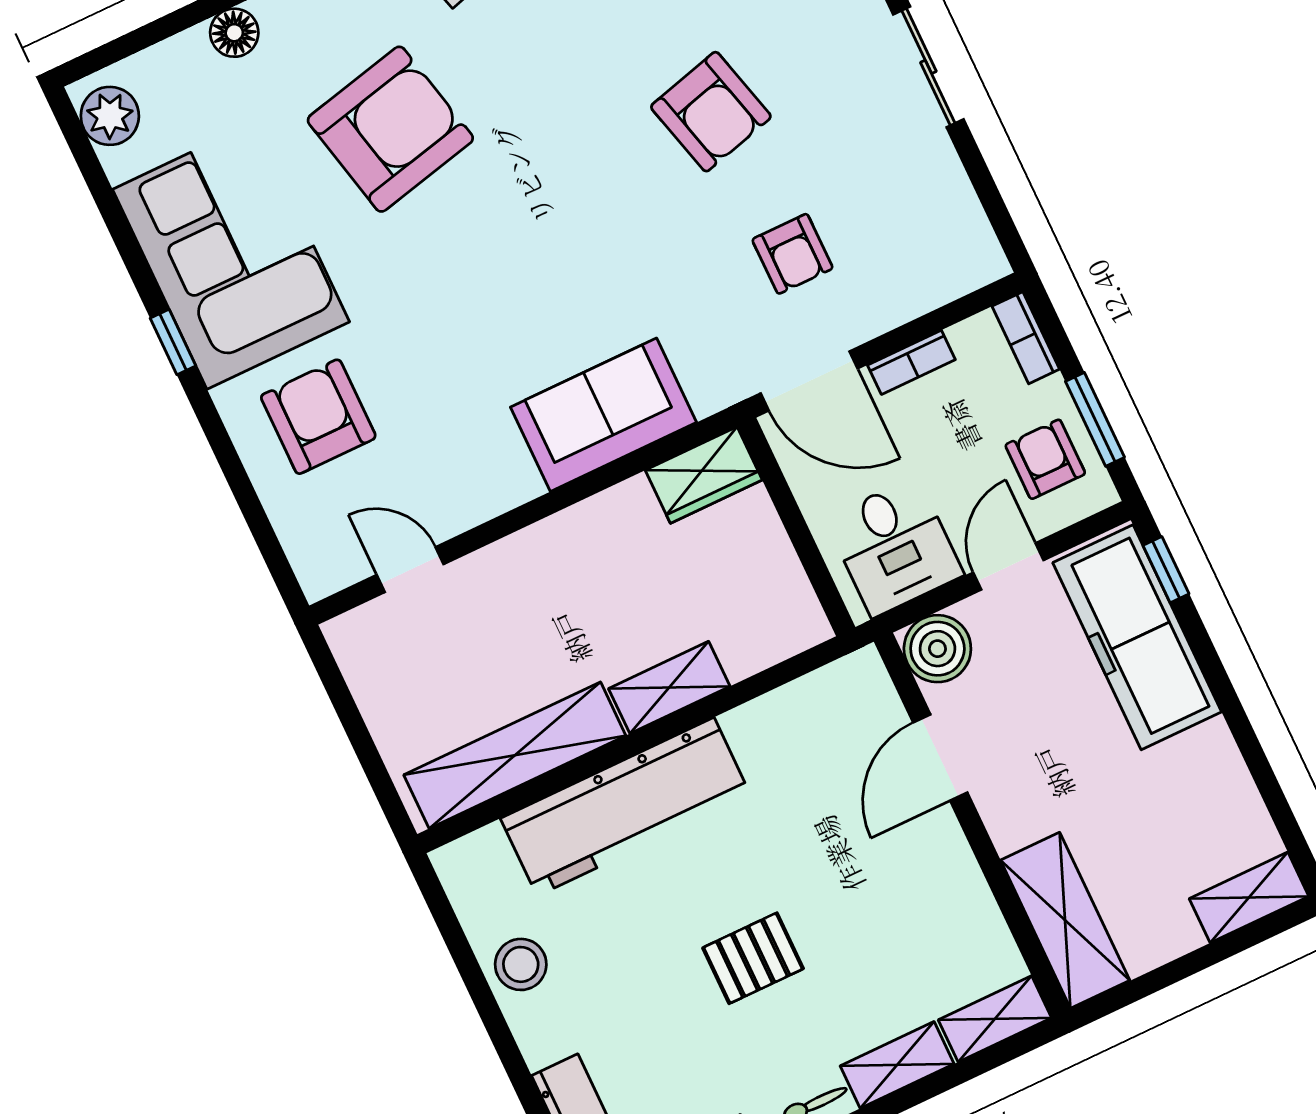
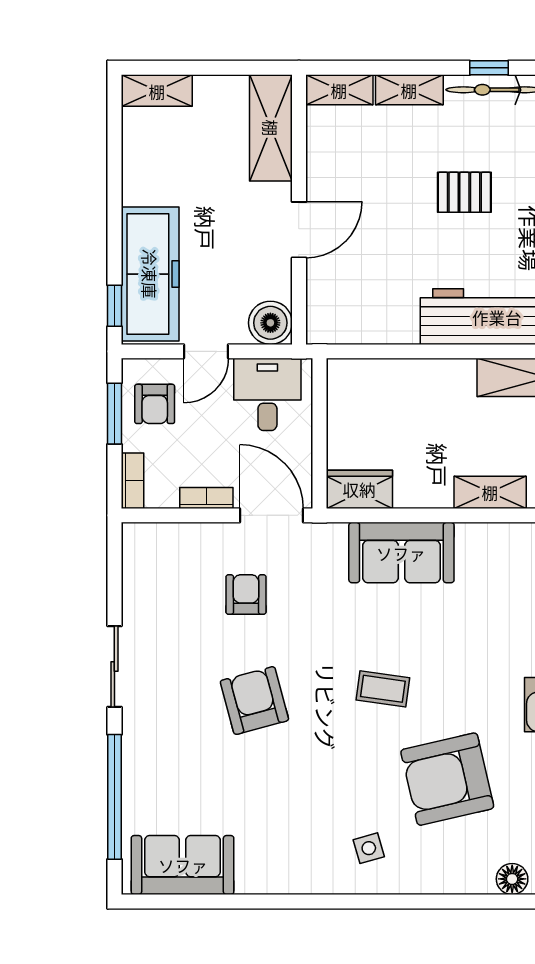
coffee table: (540, 213) -> (383, 689), added
shelving: (669, 687) -> (490, 492), moved
door: (940, 758) -> (299, 230), moved

